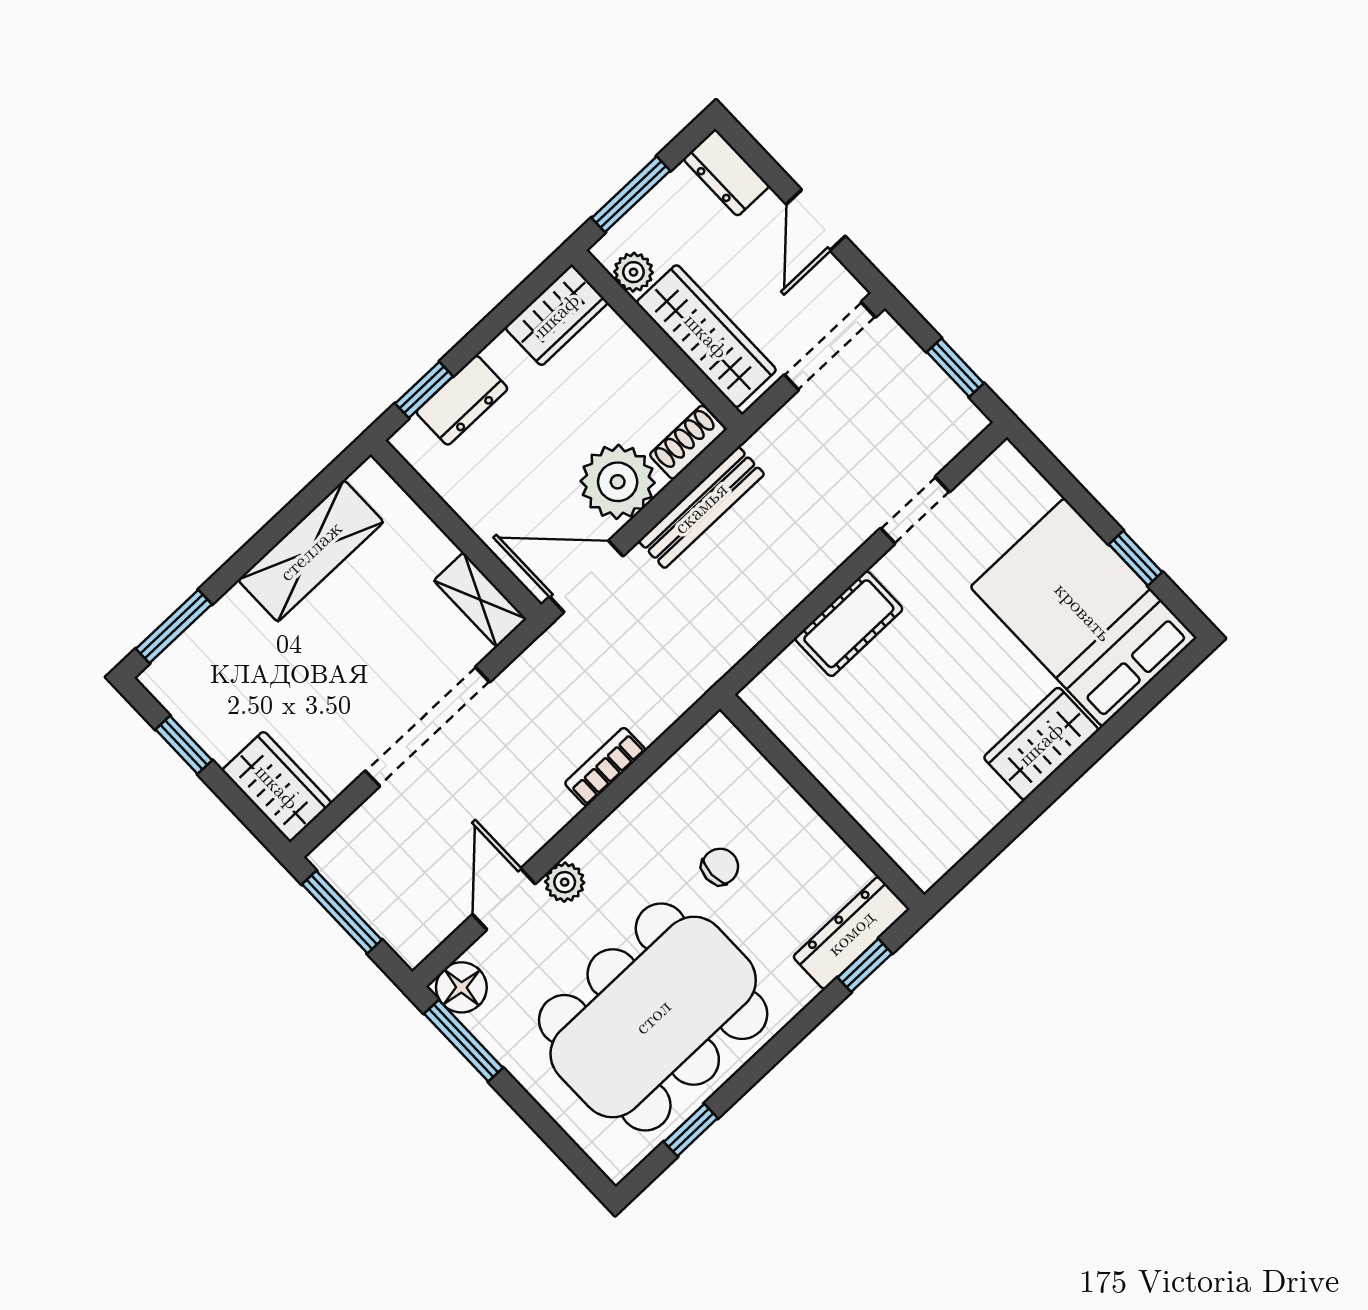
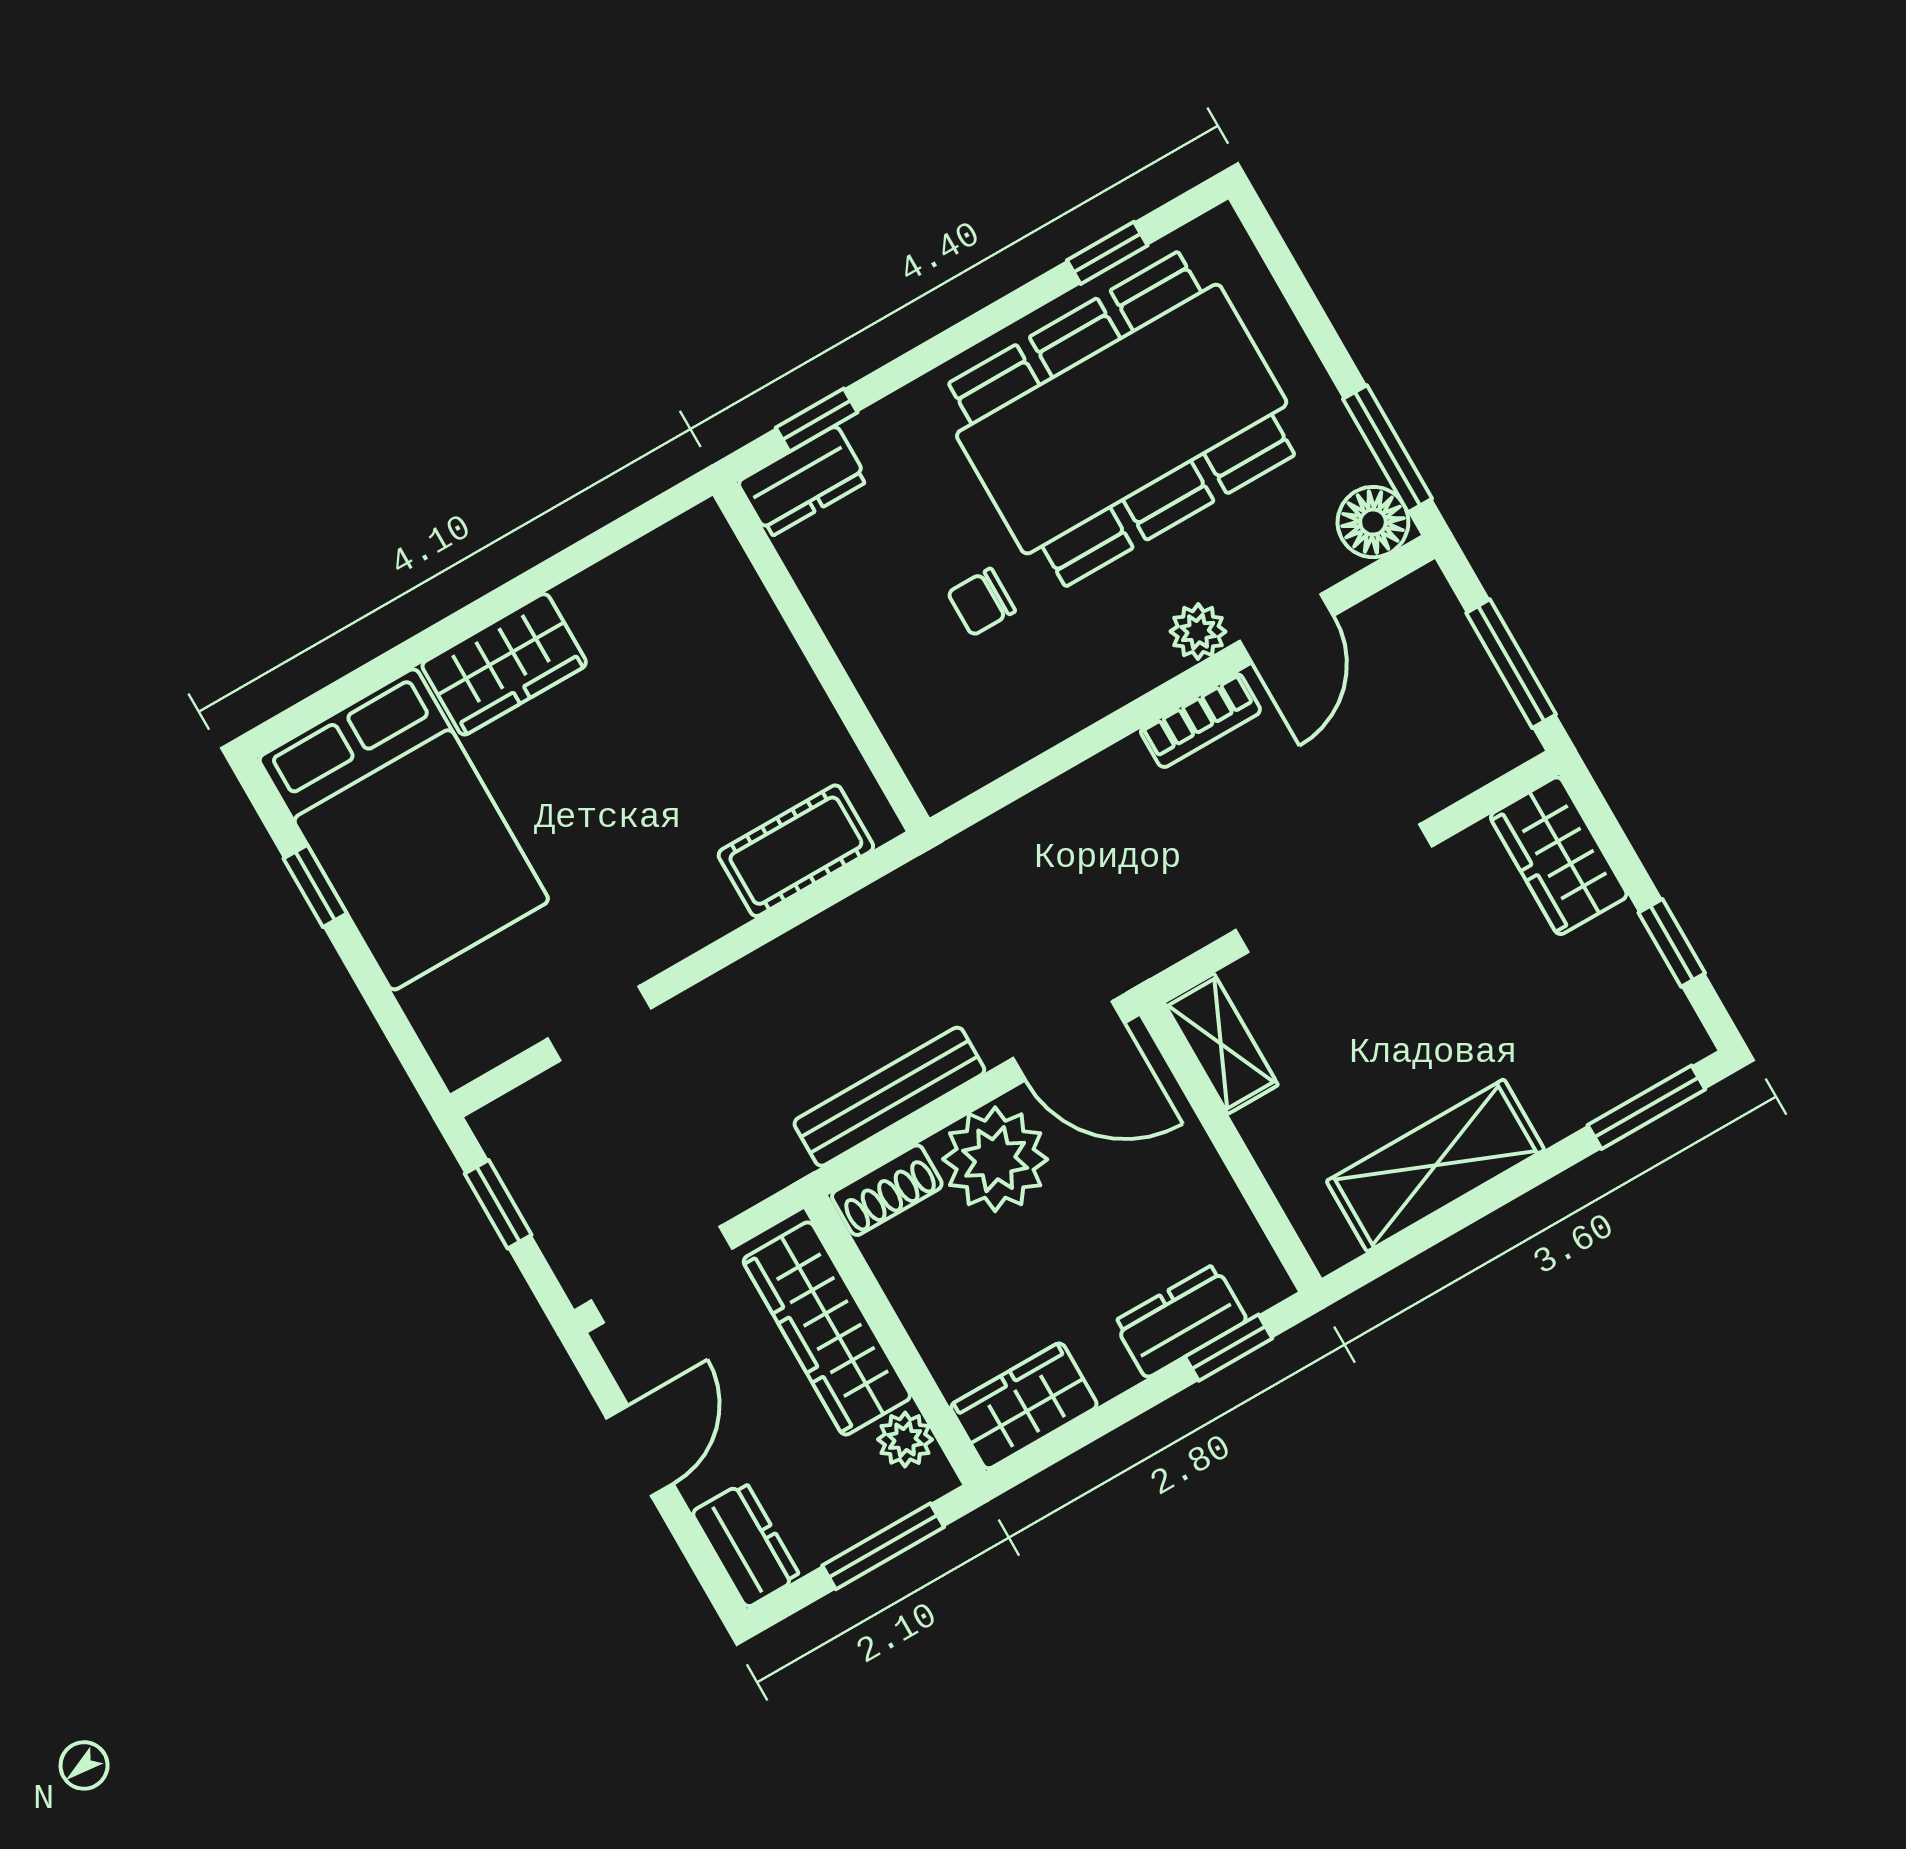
cot: (849, 624) -> (796, 851), moved
bookcase: (605, 767) -> (1200, 721), moved
dresser: (851, 933) -> (803, 481), width x0.70

